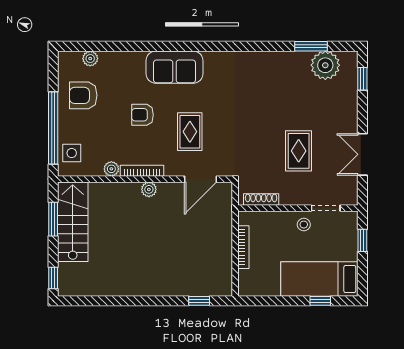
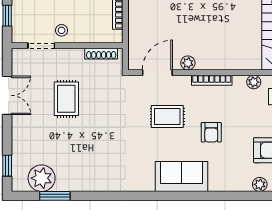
armchair: (142, 115) -> (211, 132), turned 90
rug: (190, 132) -> (167, 116), turned 90
plant: (111, 169) -> (254, 82), moved
plant: (149, 189) -> (188, 63), moved

